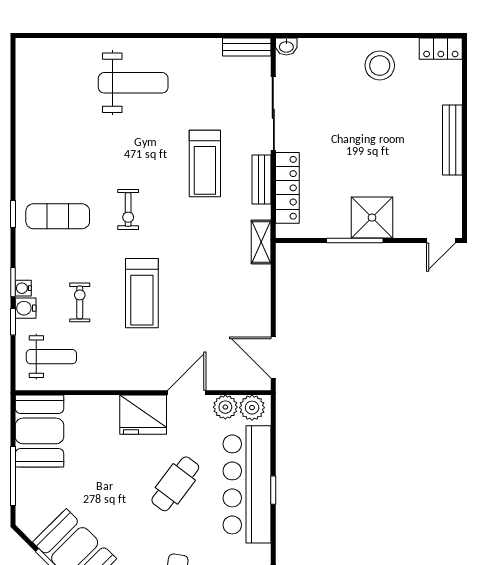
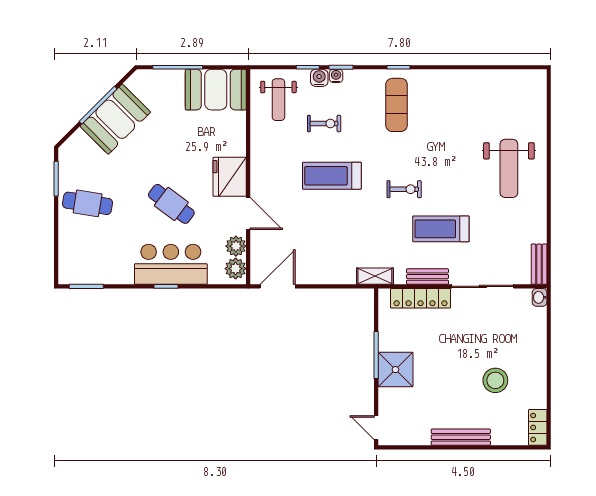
stool: (380, 65) -> (495, 380), moved
exercise bike: (128, 210) -> (404, 189), moved, turned 180
bar counter: (247, 484) -> (171, 264), width x0.73

